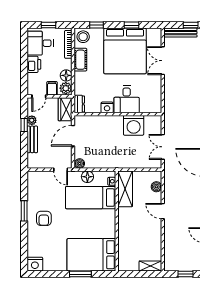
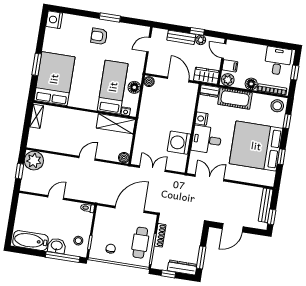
cot: (80, 60) -> (235, 98), moved, width x1.37, depth x1.34
double door: (163, 61) -> (210, 178), moved
printer: (34, 64) -> (257, 51), removed
floor lamp: (66, 75) -> (251, 84), moved
door: (61, 170) -> (149, 45), moved
boiler: (156, 187) -> (124, 158), moved
plant: (173, 262) -> (34, 161), added
shelving: (150, 266) -> (37, 116), moved

